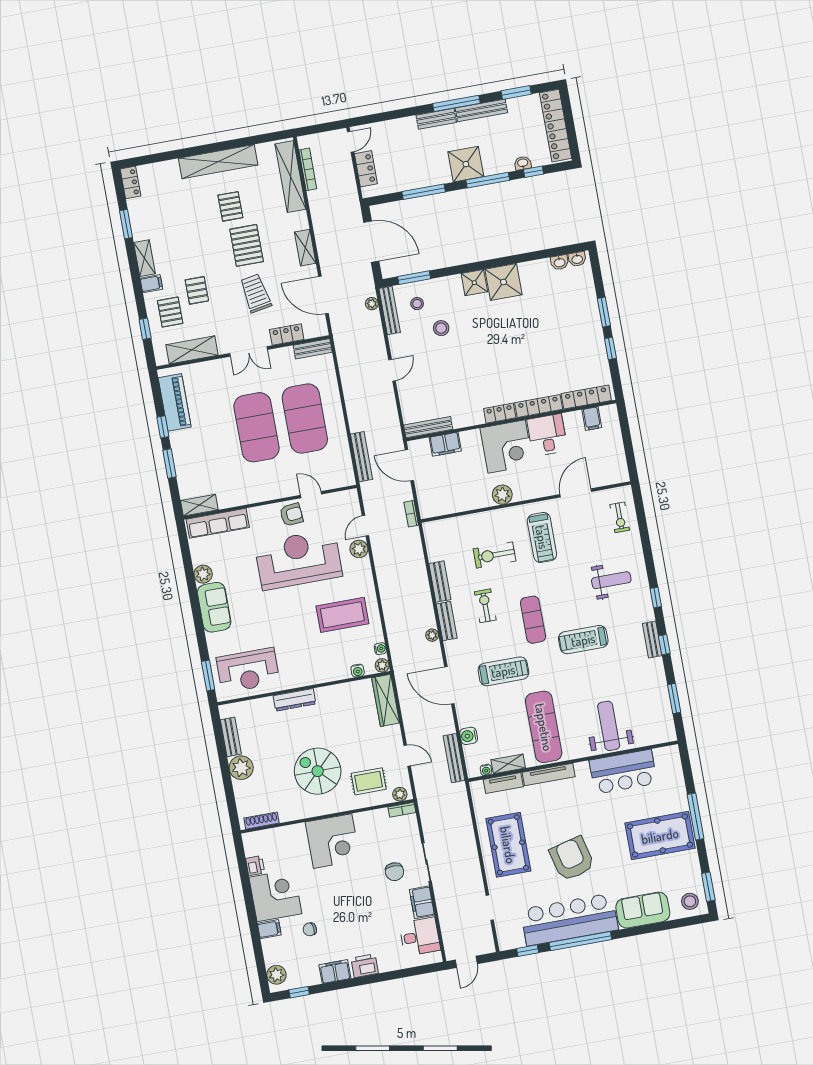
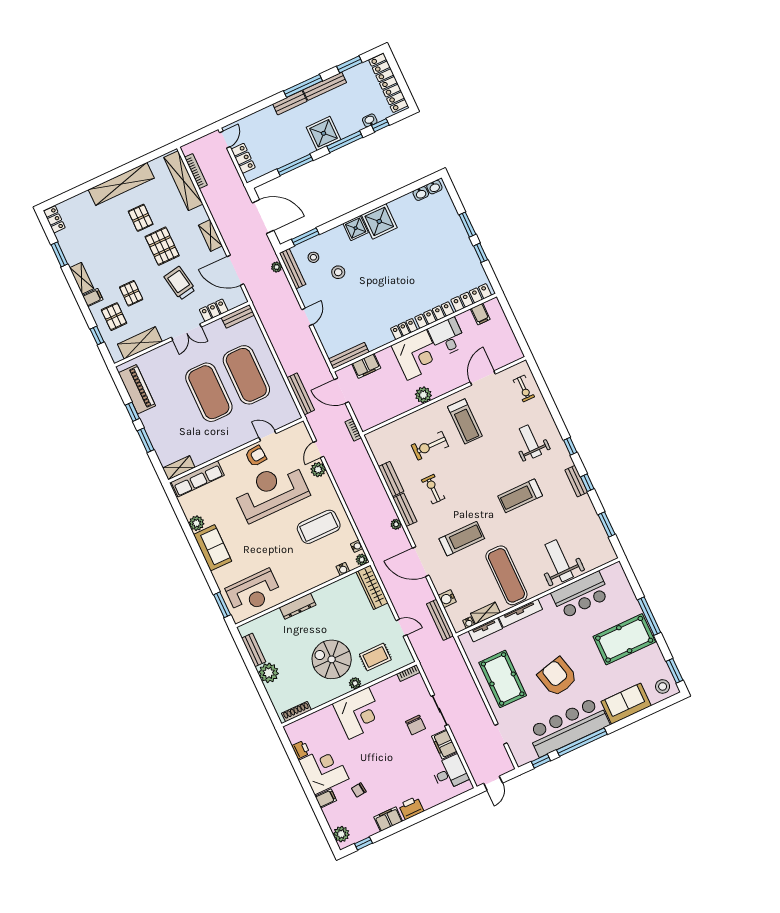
weight bench: (611, 580) -> (530, 442), turned -90
exercise mat: (533, 620) -> (475, 490), removed
plant: (400, 794) -> (355, 683), moved

